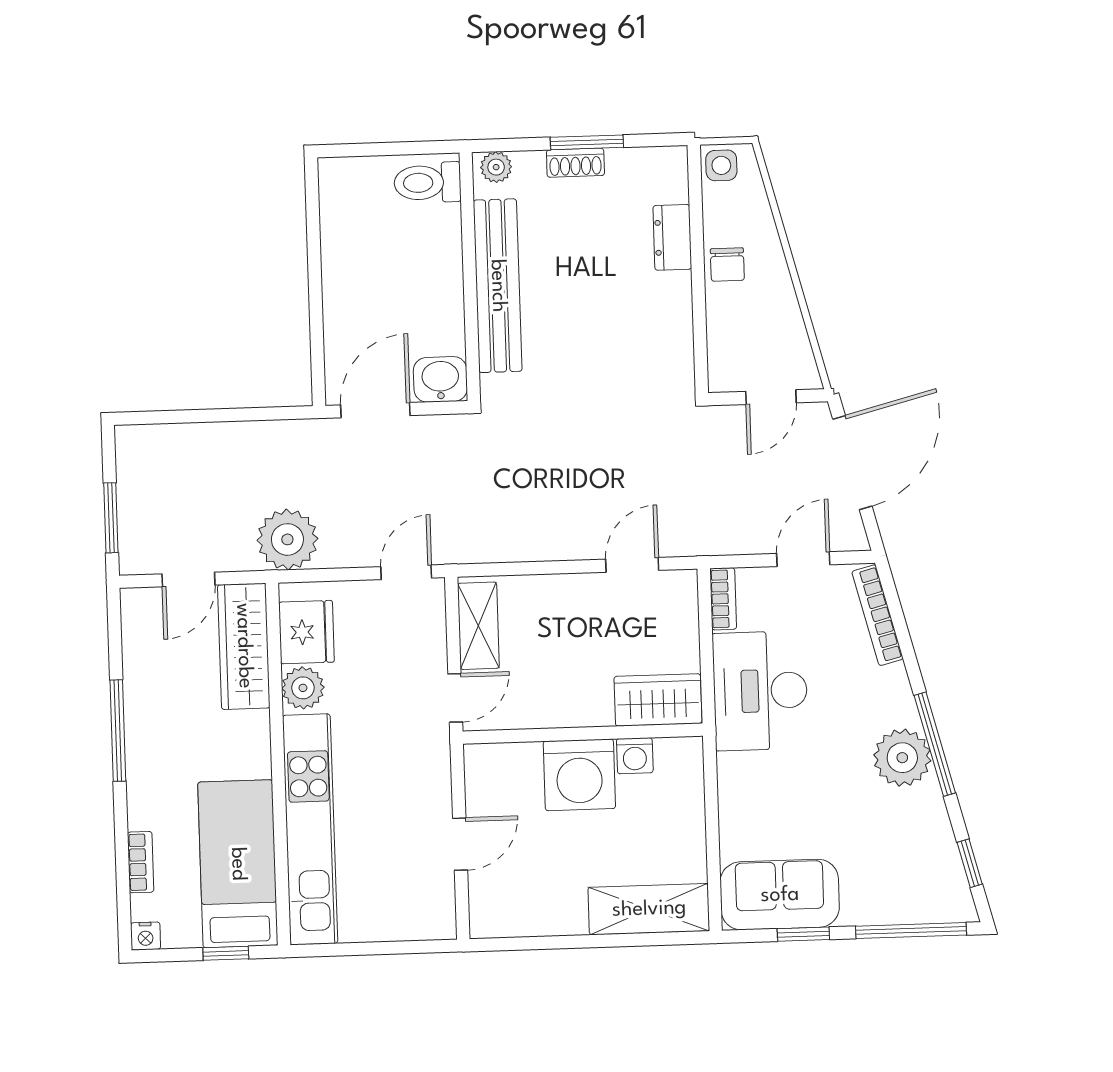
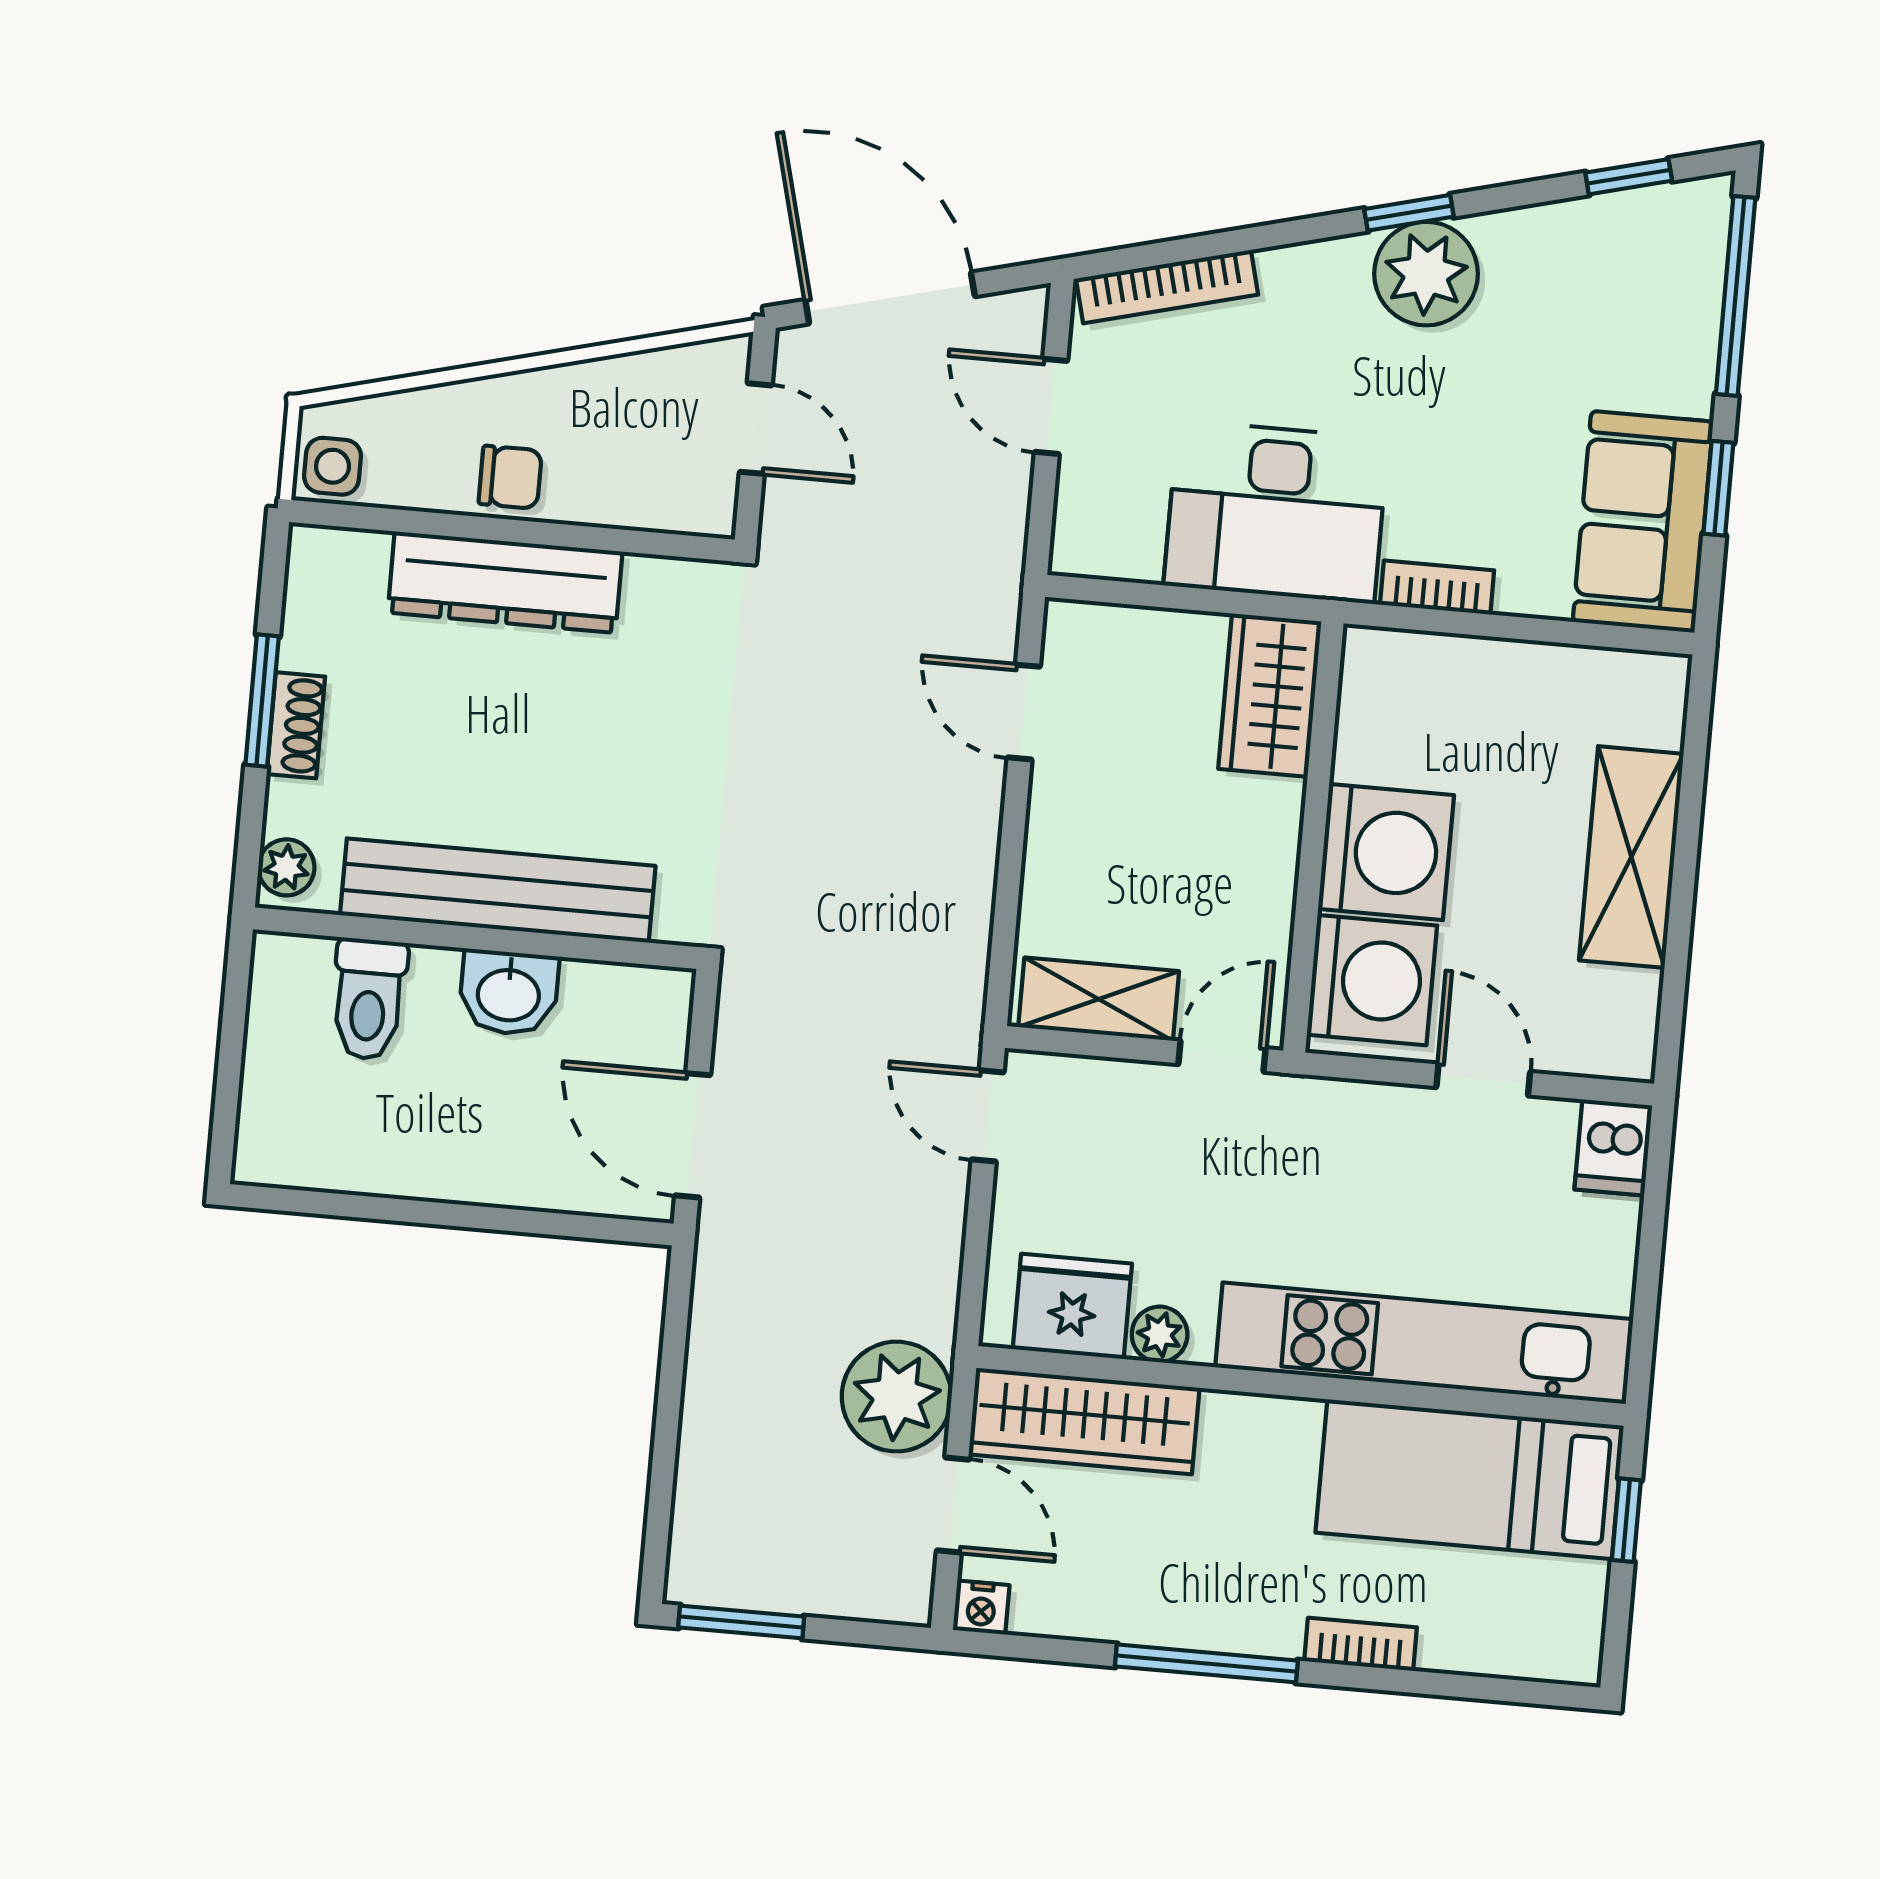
toilet: (427, 183) -> (369, 999), moved
dresser: (672, 237) -> (505, 582), width x1.96, depth x1.24
washbasin: (440, 379) -> (509, 993), moved, turned -90
window: (111, 518) -> (741, 1622), moved
plant: (287, 539) -> (897, 1397), moved
bookcase: (723, 599) -> (1437, 587), moved
plant: (303, 688) -> (1160, 1334), width x0.73, depth x0.73
door: (455, 698) -> (1222, 1056), hinge flipped
window: (935, 744) -> (1409, 213), width x0.46
washing machine: (635, 756) -> (1372, 980), moved, width x1.89, depth x1.89
bookcase: (141, 862) -> (1361, 1644), moved
shelving: (649, 909) -> (1631, 857), moved
dishwasher: (431, 921) -> (1613, 1148), added
nightstand: (145, 936) -> (981, 1608), moved, turned 90

